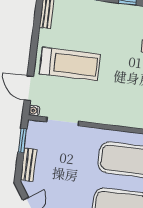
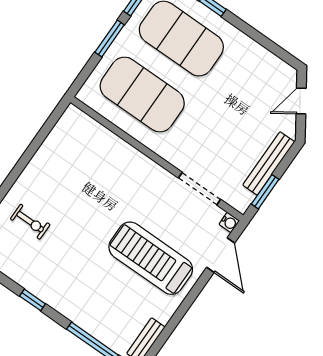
bench: (29, 165) -> (269, 163), width x1.36

